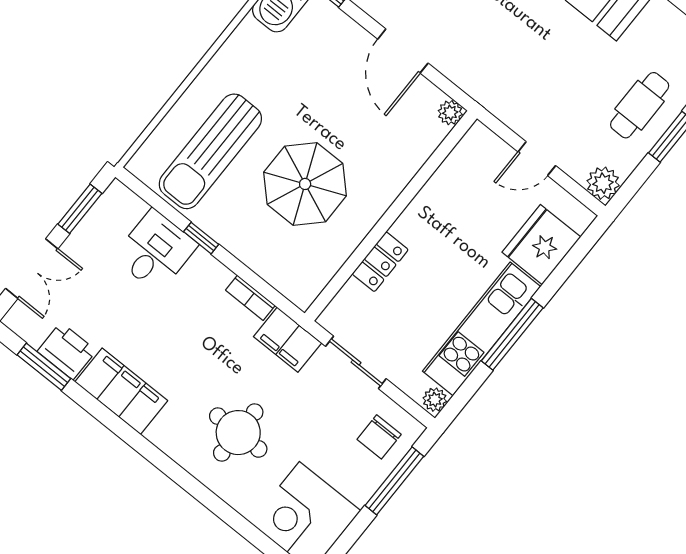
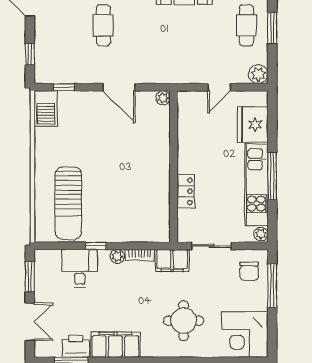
parasol: (305, 184) -> (123, 183), removed
plant: (219, 275) -> (117, 256), added

